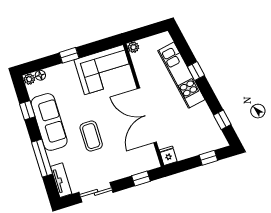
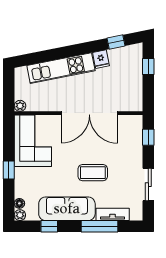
window: (196, 71) -> (61, 53), removed
fridge: (168, 156) -> (101, 59), moved, turned -101
tv unit: (61, 180) -> (113, 214), moved

